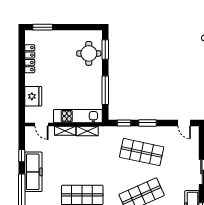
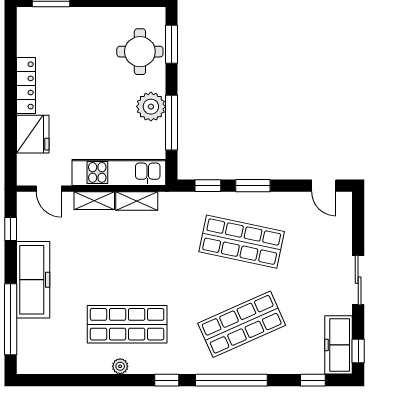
locker: (30, 59) -> (26, 85), moved
plant: (95, 82) -> (151, 107), added
window: (22, 156) -> (11, 229), moved

